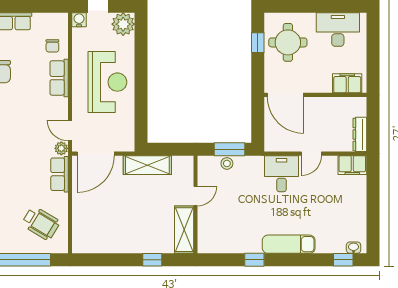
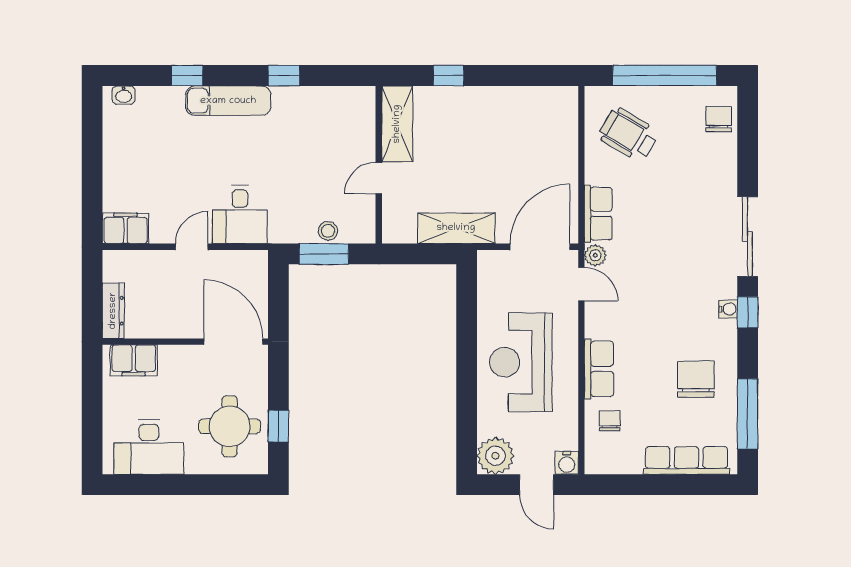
dresser: (360, 134) -> (113, 311), moved
window: (343, 260) -> (187, 75), moved

